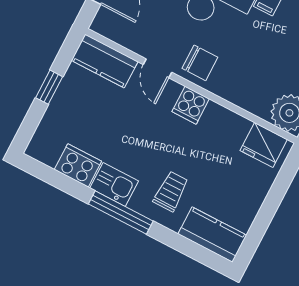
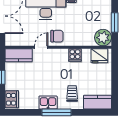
door: (158, 68) -> (41, 47), swing flipped
cooker: (191, 105) -> (75, 55), moved
cooker: (78, 165) -> (12, 99), moved, turned 90

